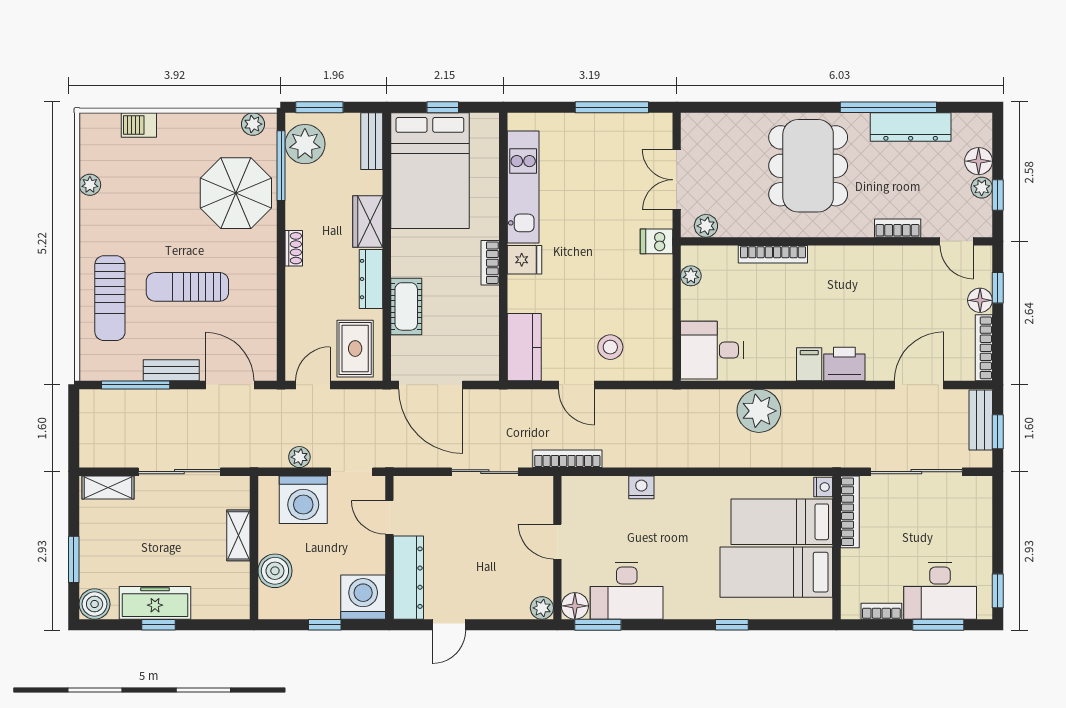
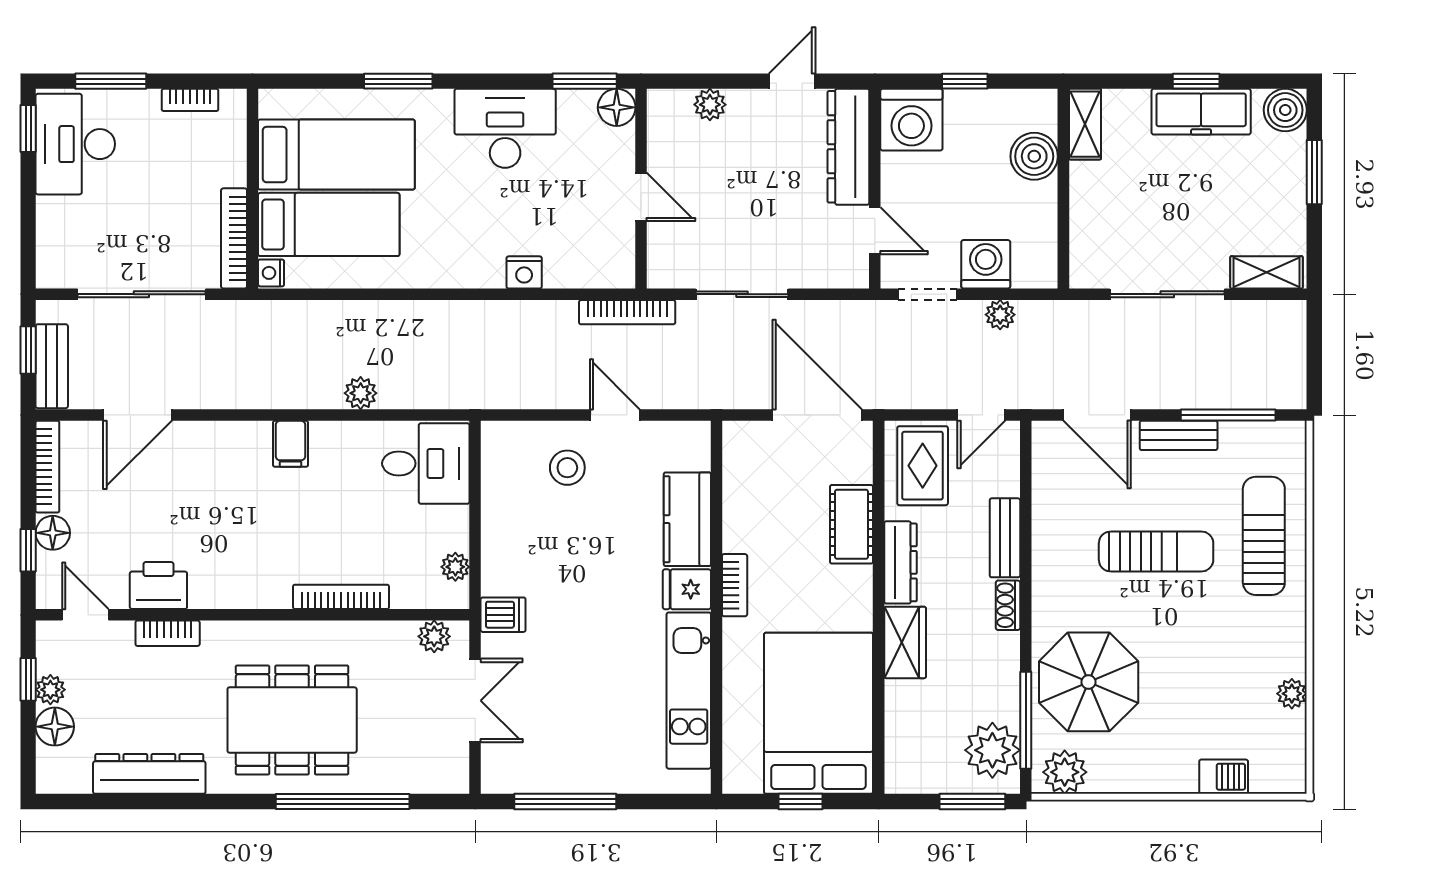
window: (888, 107) -> (343, 801), moved
plant: (253, 124) -> (1065, 772), width x1.38, depth x1.38
bench: (372, 141) -> (1005, 538), moved
dining table: (808, 166) -> (292, 720), turned 90
kitchen counter: (524, 347) -> (687, 519), moved
printer: (844, 364) -> (158, 586), moved, turned 180
plant: (759, 411) -> (361, 393), width x0.53, depth x0.53
washing machine: (303, 500) -> (986, 264), width x0.73, depth x0.73
shelving: (238, 535) -> (1085, 124), moved
desk: (627, 591) -> (505, 128), moved
desk: (940, 591) -> (75, 144), moved, turned -90
plant: (542, 608) -> (710, 105), moved
window: (732, 625) -> (398, 81), width x1.50

